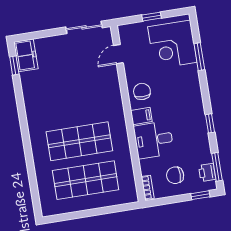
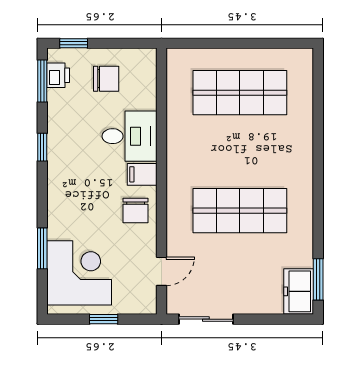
window: (14, 65) -> (318, 279), width x1.50
shop shelf: (79, 141) -> (240, 211), moved
bookcase: (148, 187) -> (150, 67), removed

